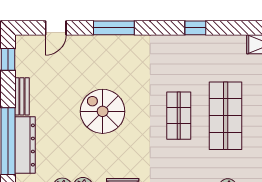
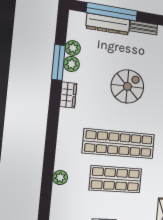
shop shelf: (179, 116) -> (119, 144), width x2.00, depth x1.36

